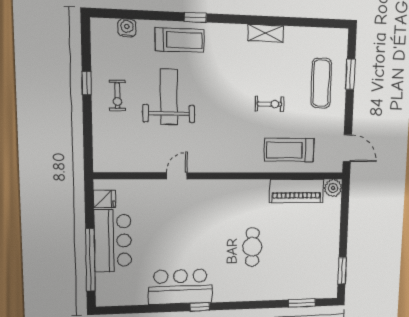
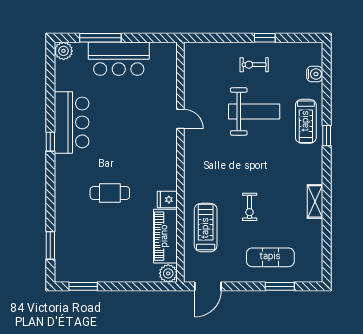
fridge: (104, 199) -> (167, 200), moved, turned 90
window: (90, 260) -> (100, 38), width x0.68
plant: (105, 297) -> (64, 51), added

